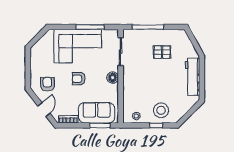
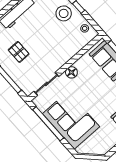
window: (90, 27) -> (48, 124), width x1.46
armchair: (79, 79) -> (95, 97), removed

